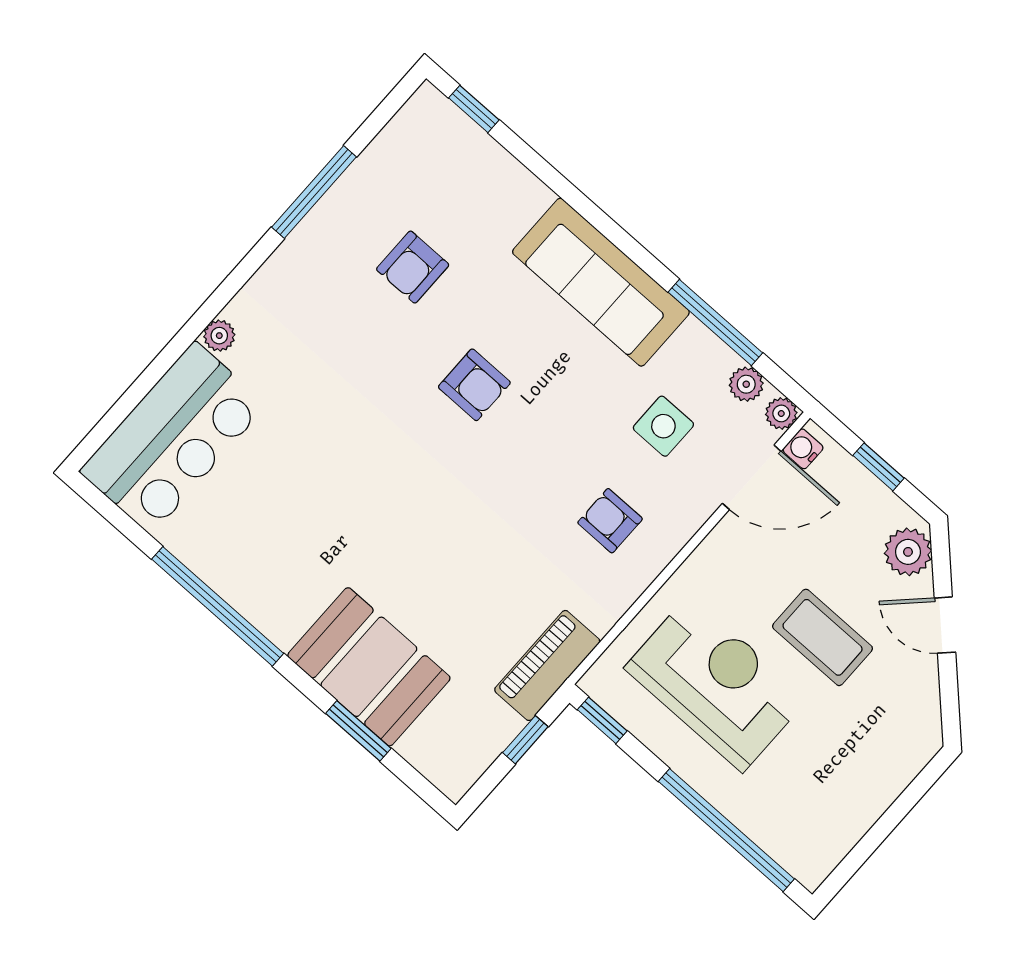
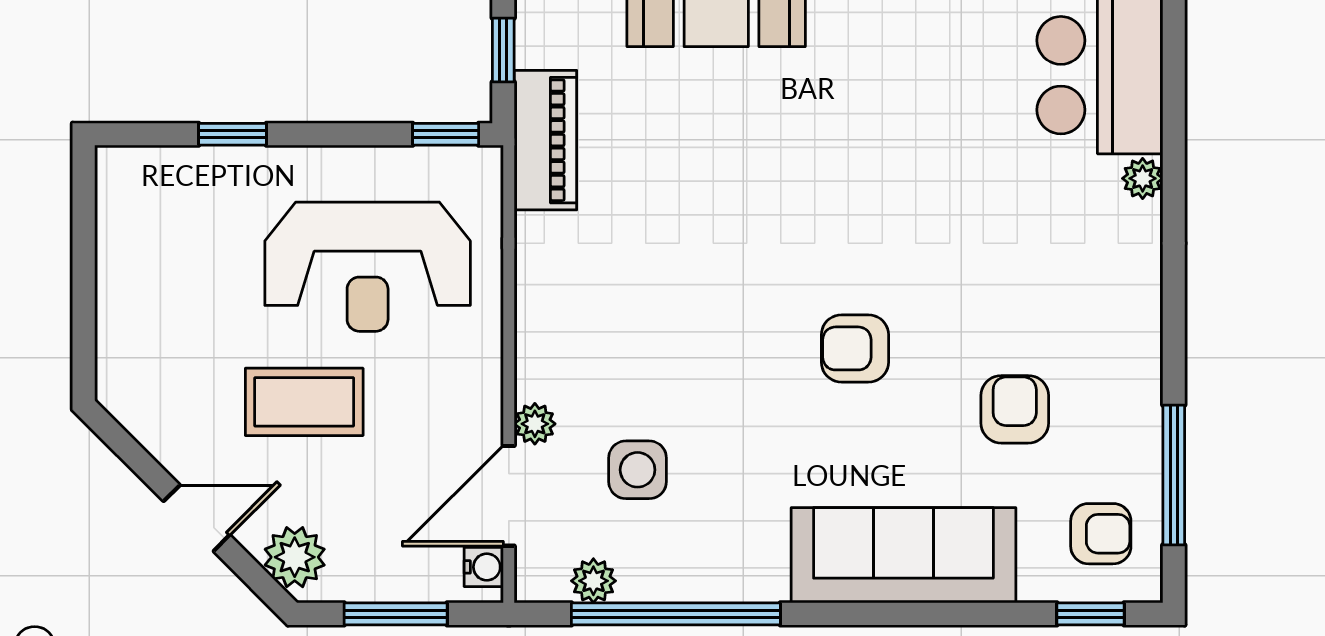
window: (314, 192) -> (1174, 475), moved
sofa: (601, 282) -> (903, 555), moved
window: (715, 322) -> (676, 614), width x1.46
plant: (781, 413) -> (535, 424), moved
window: (878, 467) -> (396, 614), width x1.50
armchair: (610, 521) -> (1101, 534), moved
window: (726, 830) -> (233, 134), width x0.32

